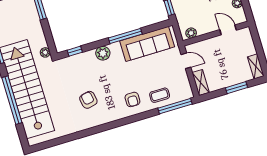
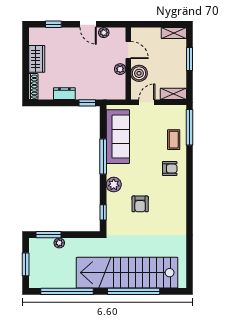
door: (228, 30) -> (128, 50), swing flipped
plant: (191, 33) -> (120, 69), moved
boiler: (210, 46) -> (139, 73), added
plant: (45, 52) -> (59, 243), moved
armchair: (88, 100) -> (140, 204), moved, turned -78

